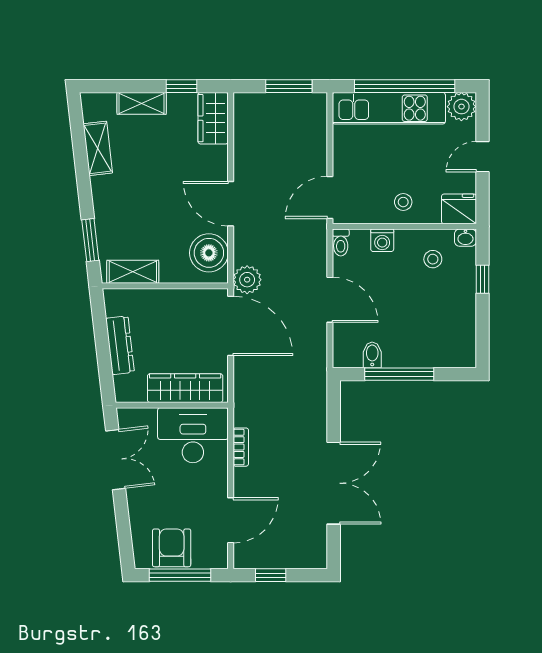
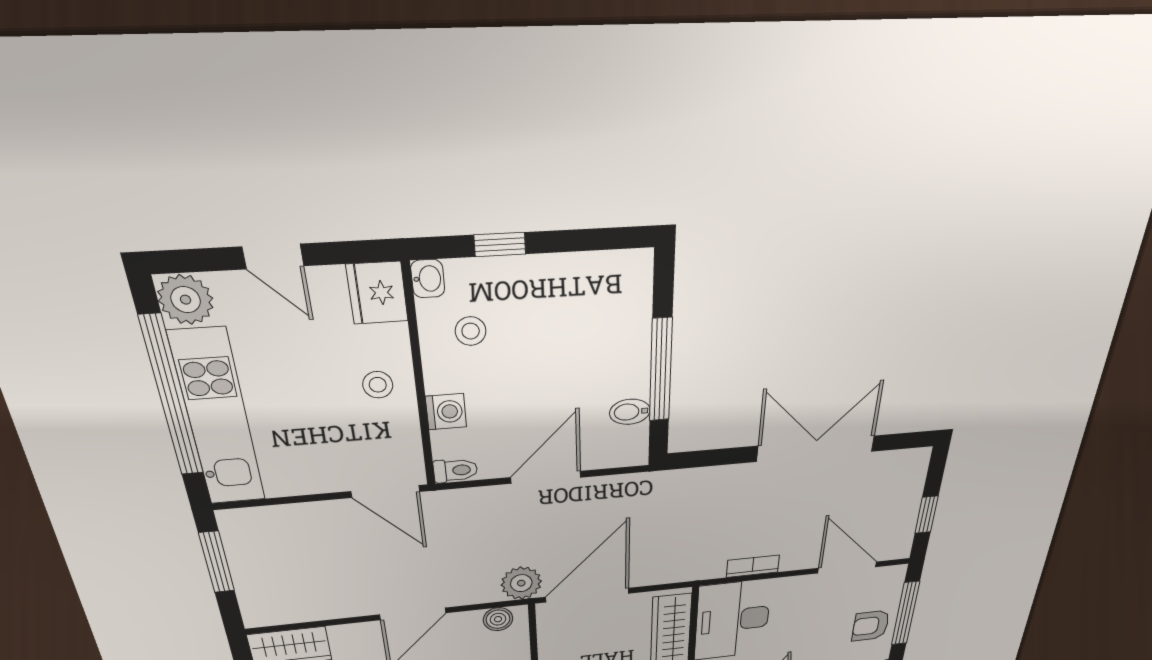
boiler: (209, 253) -> (498, 619), width x0.54, depth x0.54
armchair: (172, 548) -> (871, 626), width x0.72, depth x0.72

